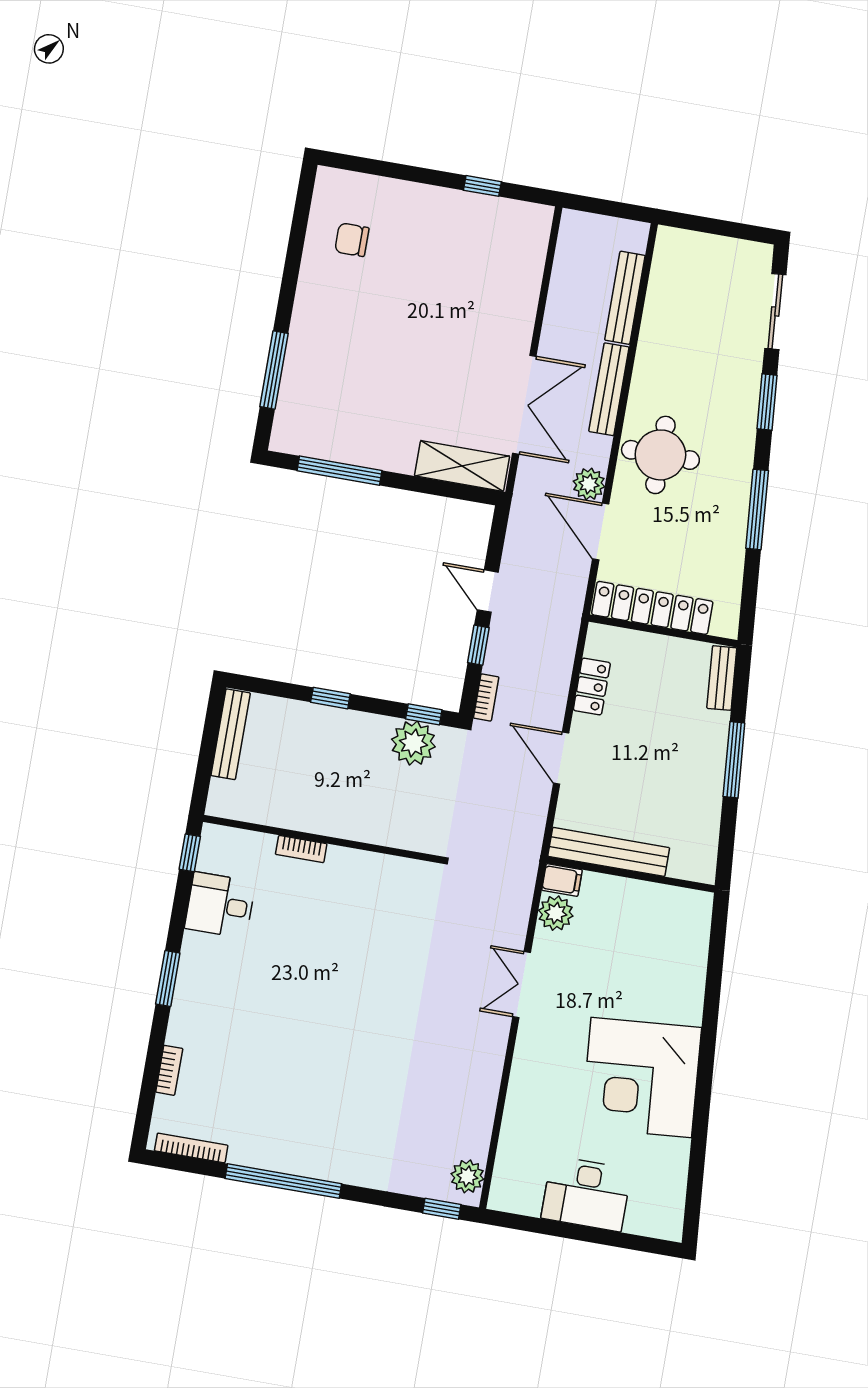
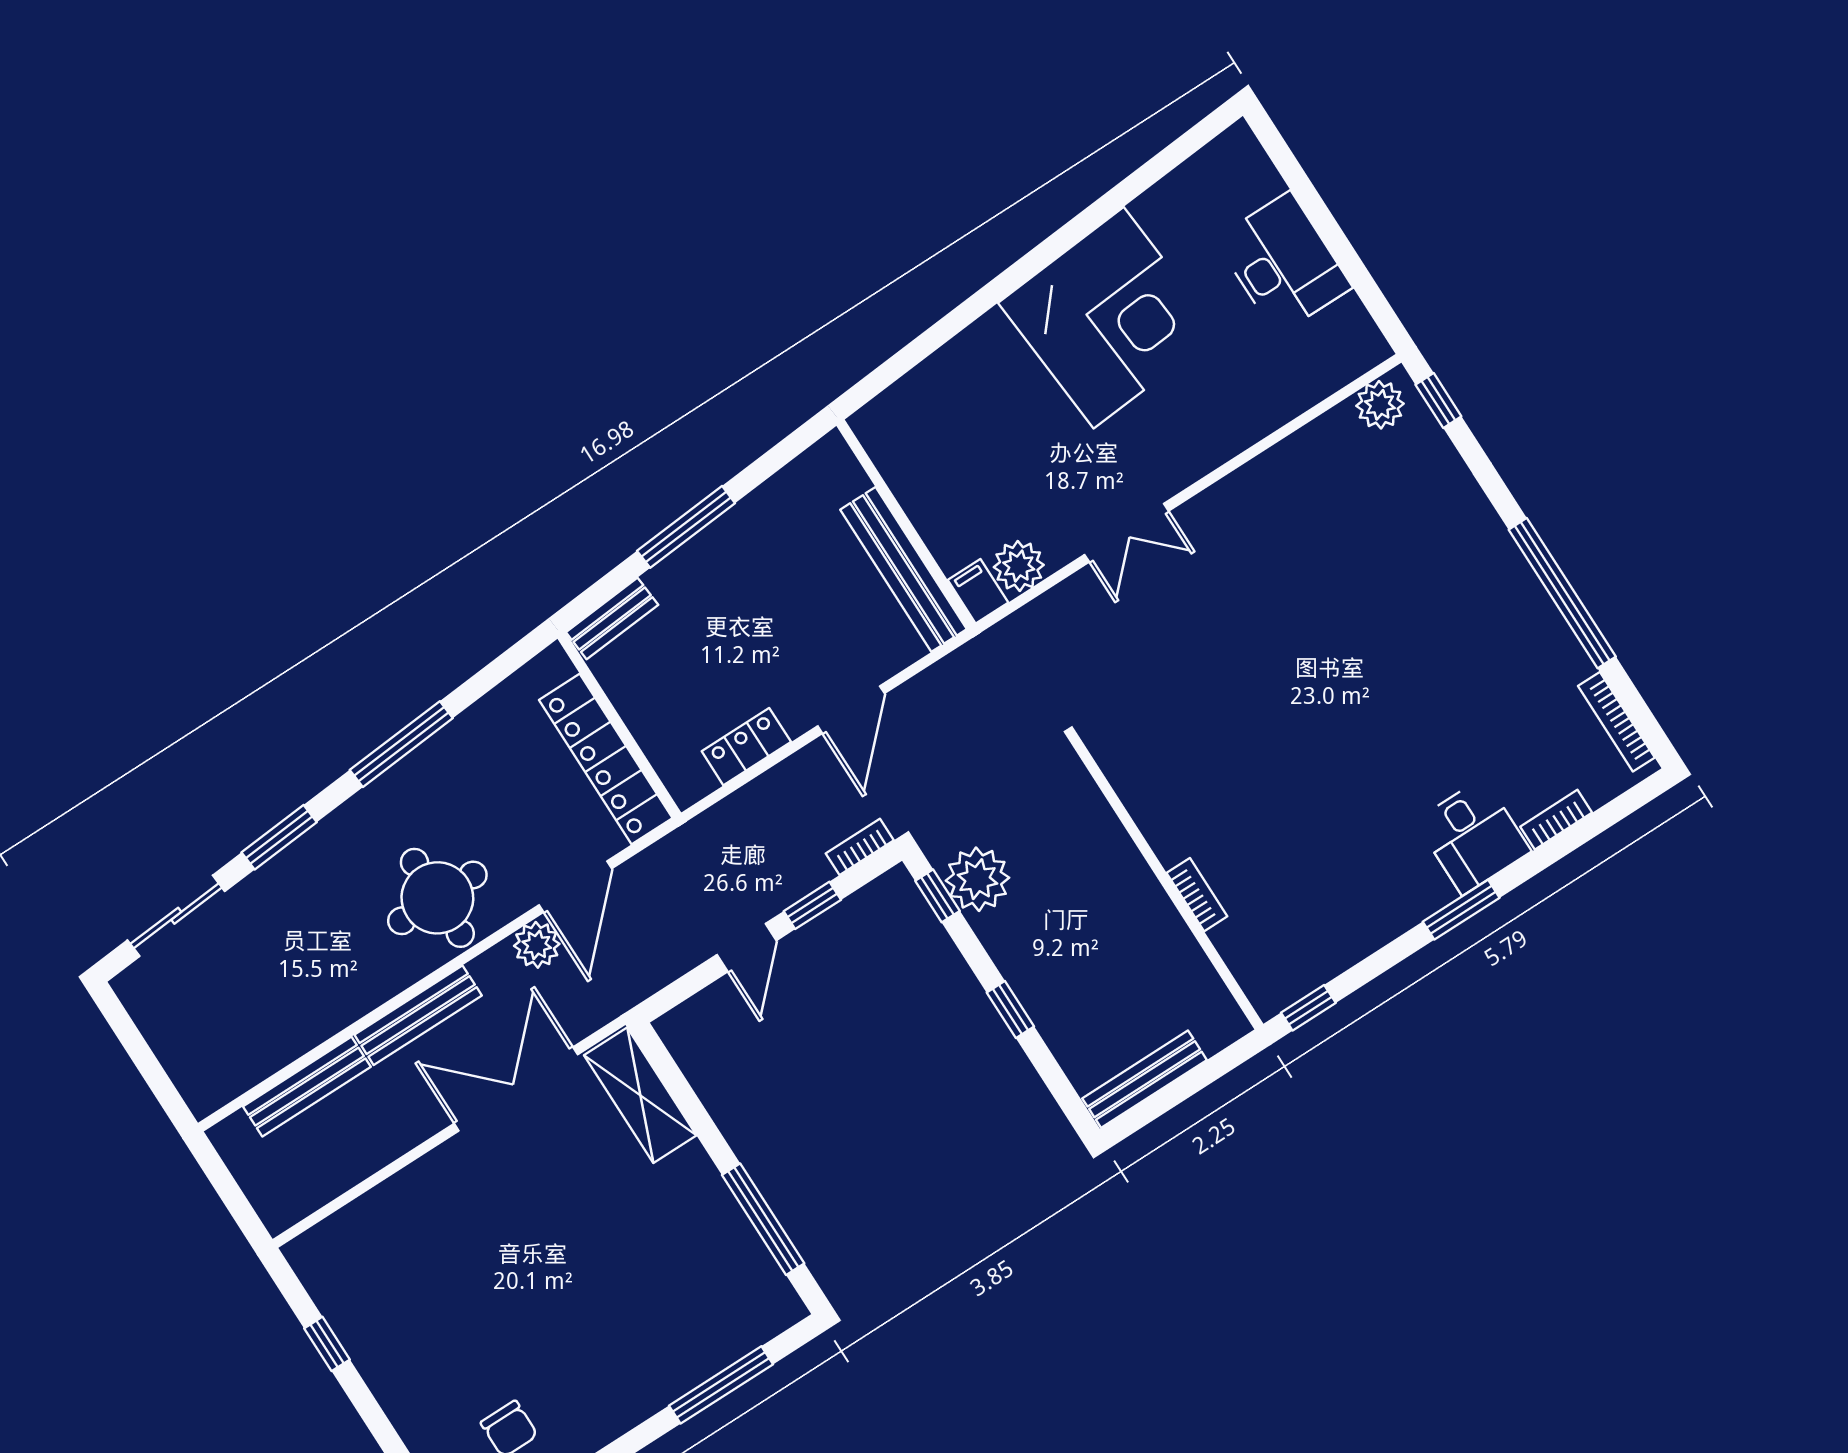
desk: (220, 905) -> (1473, 836), moved

